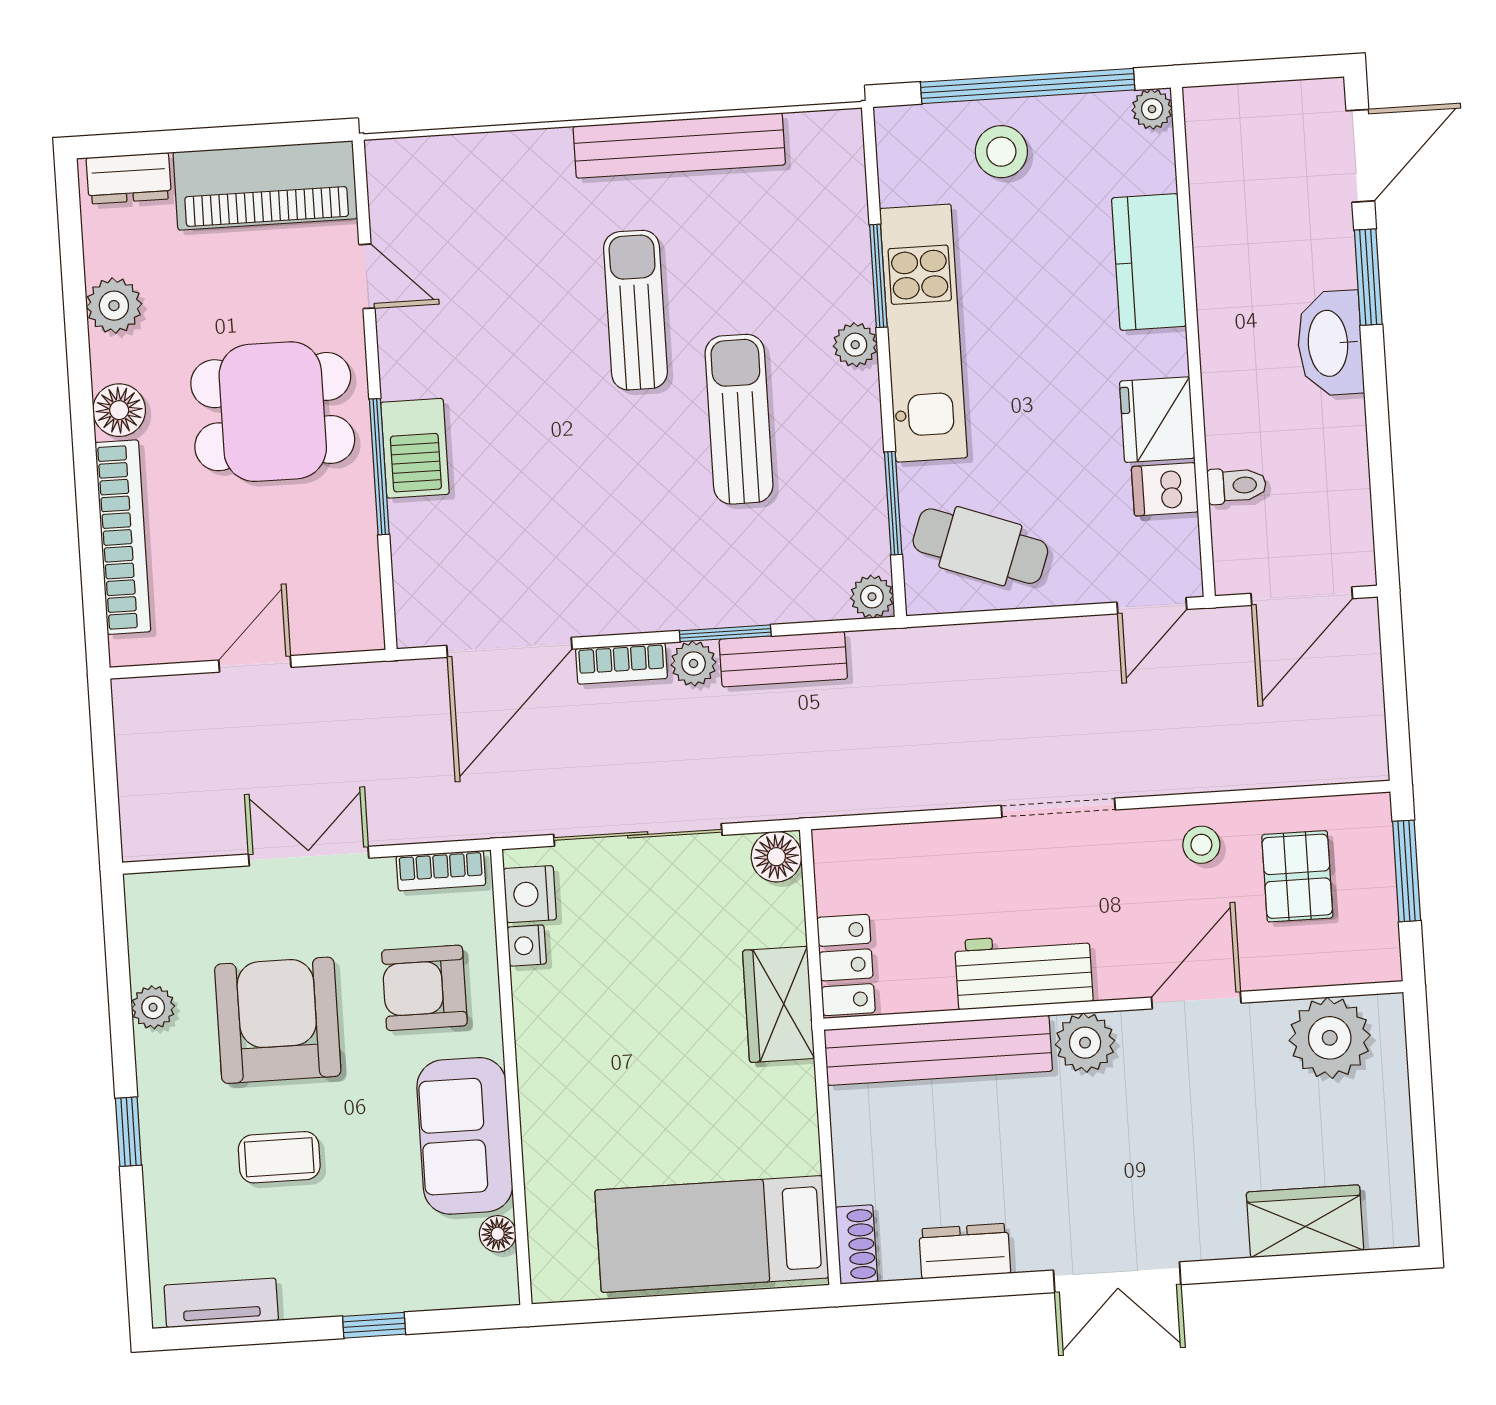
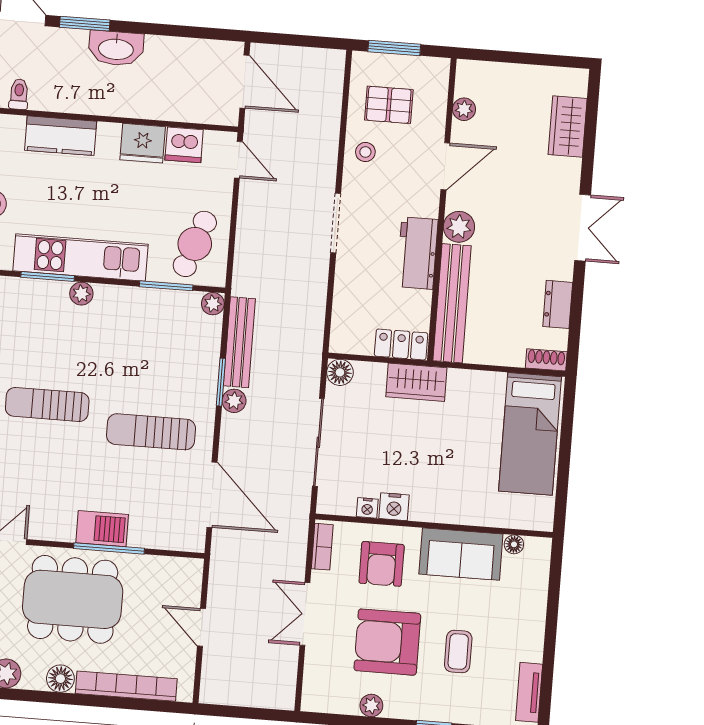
dining table: (273, 412) -> (73, 599), width x1.38
sun lounger: (739, 419) -> (151, 432), moved
toilet: (1237, 486) -> (19, 94), moved
dishwasher: (1165, 489) -> (184, 145), width x1.38
bench: (783, 659) -> (239, 342), width x1.36
bookcase: (621, 664) -> (229, 438), removed
nightstand: (530, 894) -> (394, 507), moved
door: (1196, 1000) -> (445, 166), swing flipped
plant: (1330, 1038) -> (464, 109), width x0.53, depth x0.53
window: (374, 1325) -> (552, 615), removed

